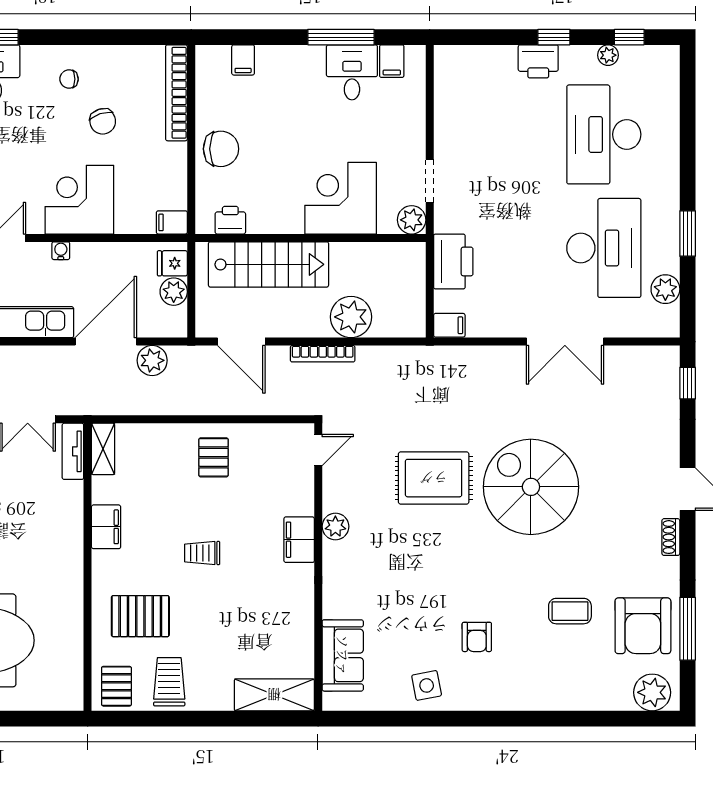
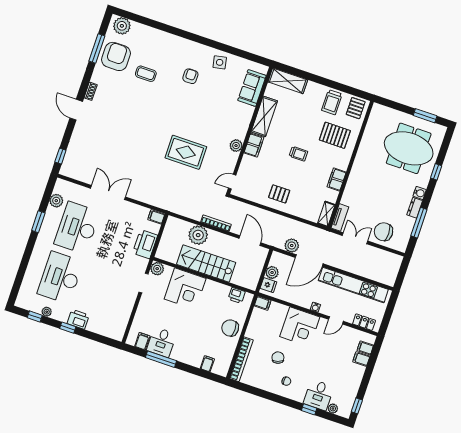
desk: (604, 134) -> (60, 278), turned 180
stairs: (268, 264) -> (206, 263), moved
pallet: (213, 457) -> (279, 194), turned 90
spiral stairs: (531, 487) -> (144, 134), removed
shelving: (298, 606) -> (264, 116), added

